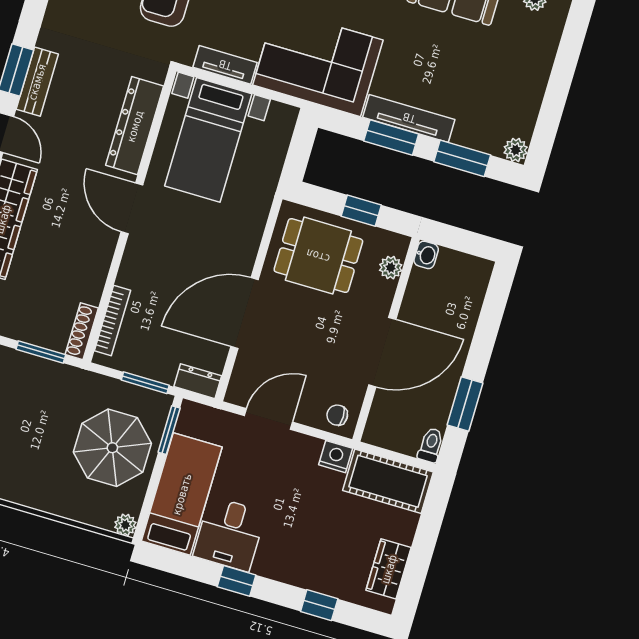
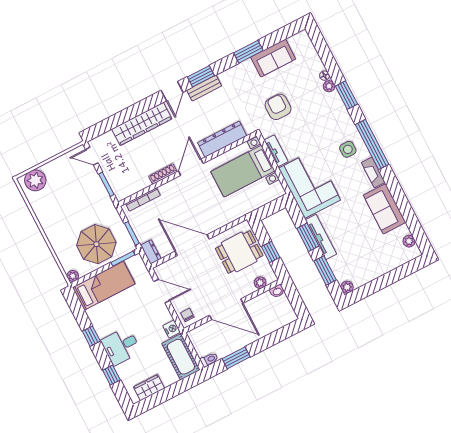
dining table: (318, 256) -> (239, 252), turned 90
shoe rack: (82, 331) -> (163, 174), moved
desk: (229, 534) -> (121, 346), moved

